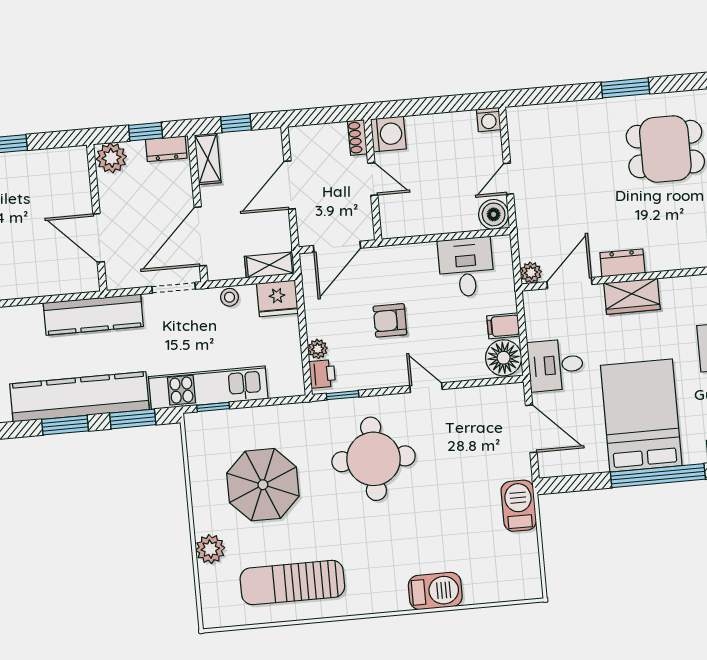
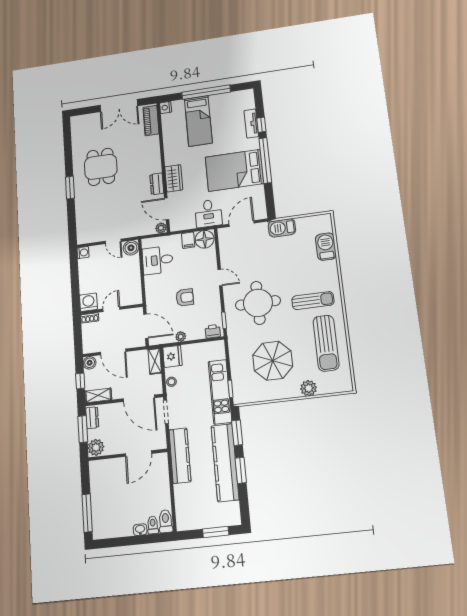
window: (146, 132) -> (83, 429), width x1.50
boiler: (270, 140) -> (90, 363), added
armchair: (390, 320) -> (185, 297), turned -90
plant: (318, 349) -> (181, 337), moved
door: (426, 388) -> (220, 278), swing flipped
sun lounger: (374, 561) -> (313, 301), added
barbecue: (435, 591) -> (326, 247), moved

